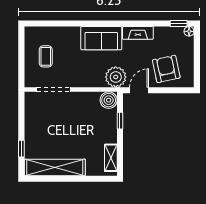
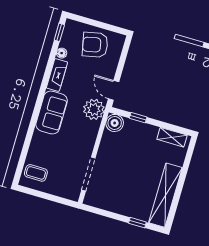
floor lamp: (189, 31) -> (62, 53), moved
coffee table: (46, 56) -> (36, 173), moved
armchair: (166, 69) -> (95, 45), moved

